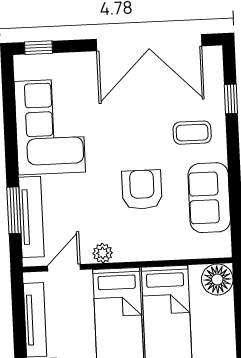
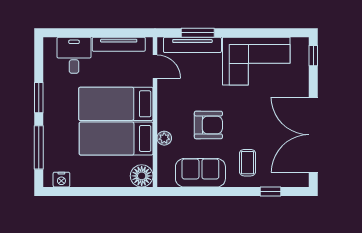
plant: (103, 253) -> (164, 138), moved

